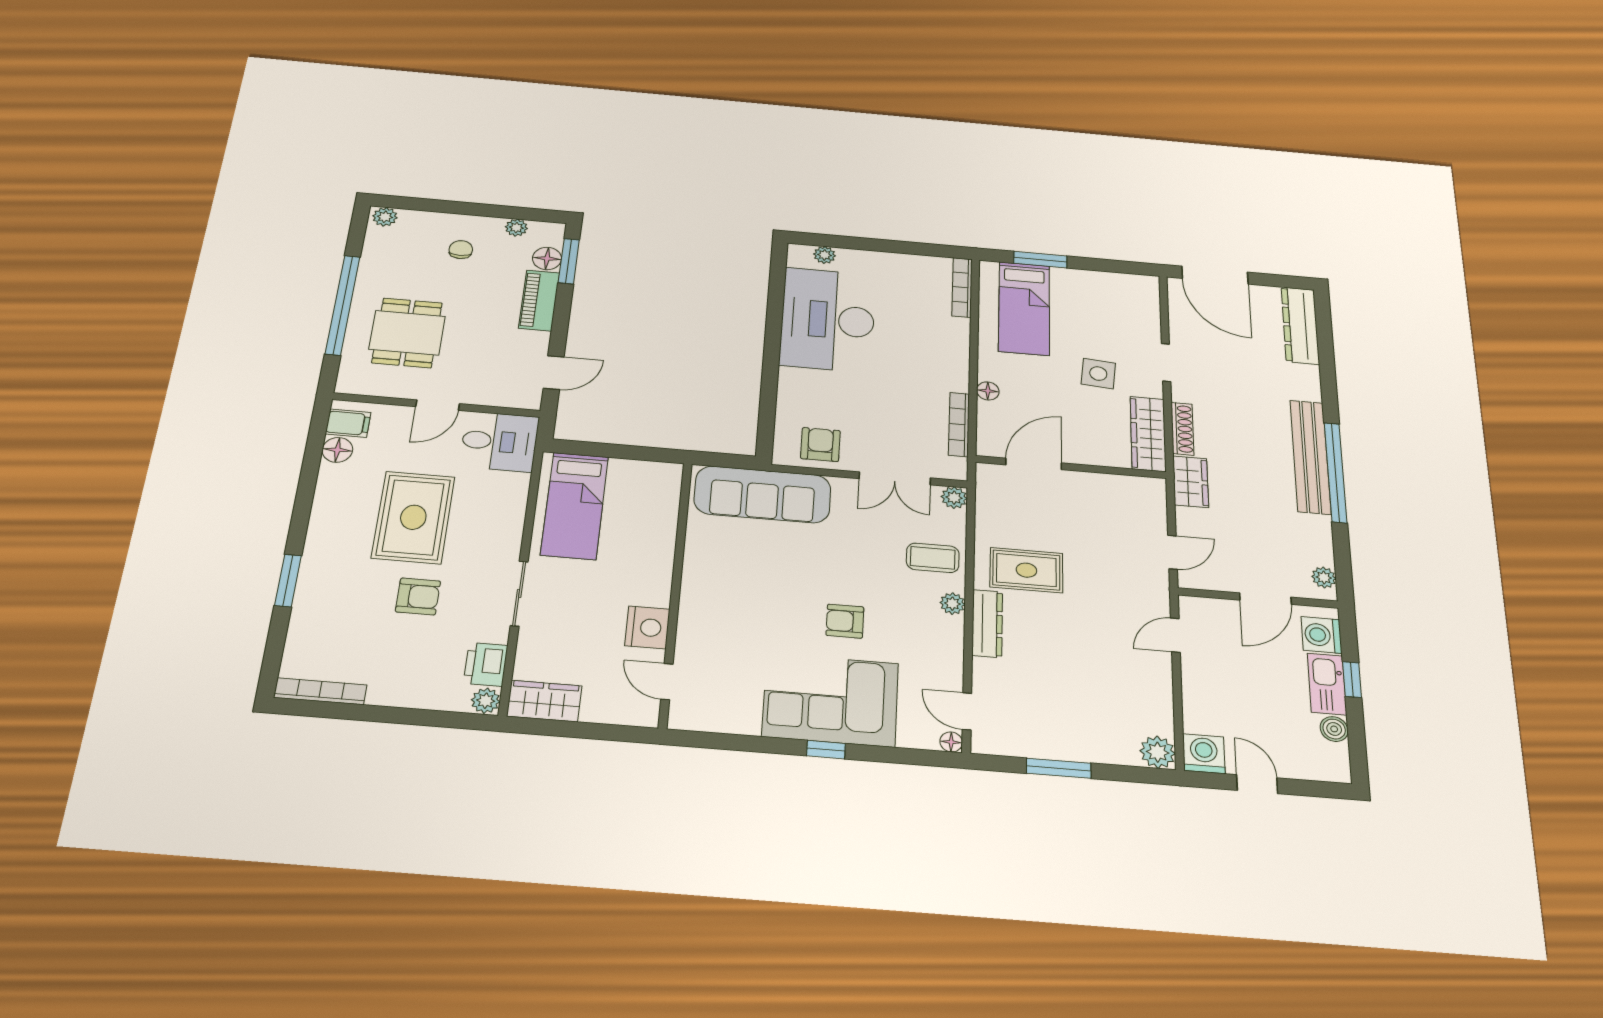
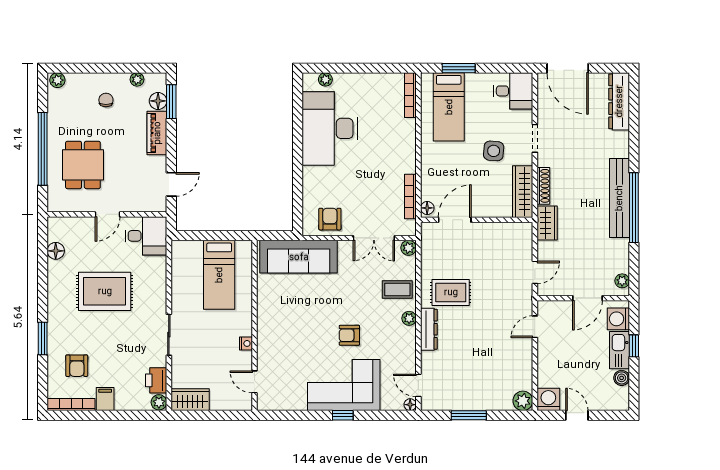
desk: (1128, 297) -> (513, 91), added
floor lamp: (988, 391) -> (427, 208), moved
filing cabinet: (348, 423) -> (105, 399), moved, turned -90
bed: (575, 506) -> (219, 275), moved
rug: (413, 517) -> (105, 291), turned 90
armchair: (418, 596) -> (77, 366), moved, turned 90
nightstand: (647, 627) -> (246, 343), width x0.53, depth x0.56

